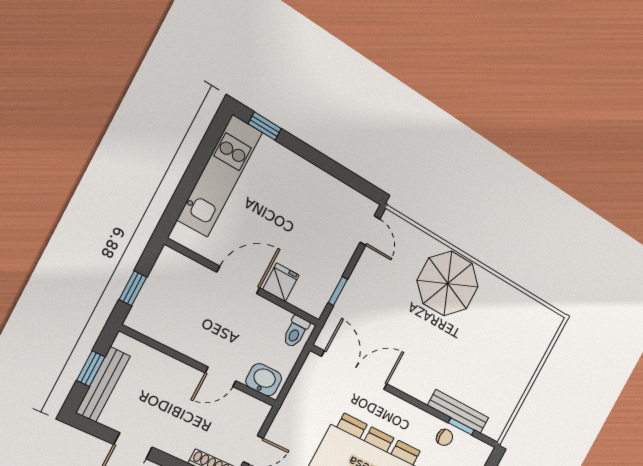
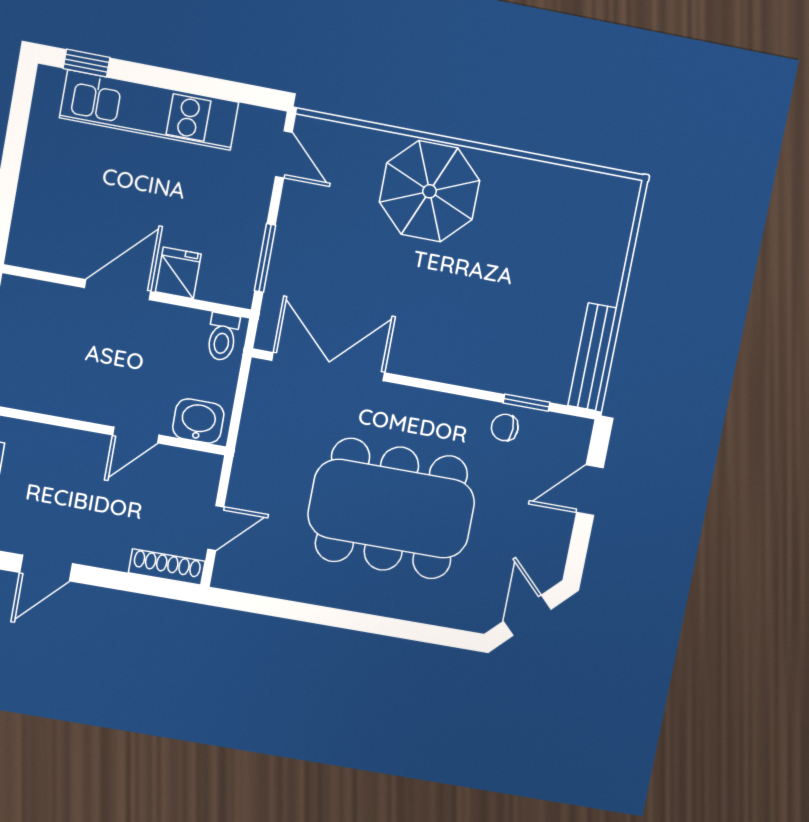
kitchen unit: (220, 176) -> (149, 110), moved, turned 90
window: (338, 291) -> (265, 258), width x1.50
bench: (458, 411) -> (592, 357), moved, turned 90
chair: (445, 437) -> (505, 427), turned 180

